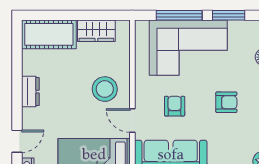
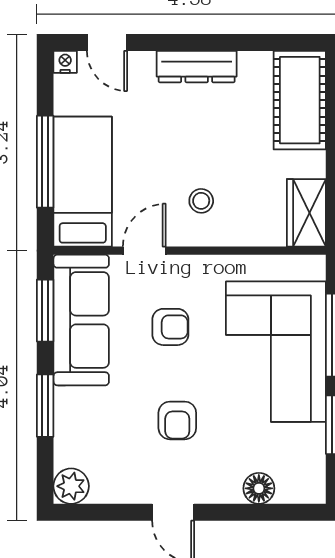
wardrobe: (96, 31) -> (306, 213), moved
stool: (105, 89) -> (201, 201), width x0.53, depth x0.53
dresser: (30, 92) -> (197, 67), width x1.44

